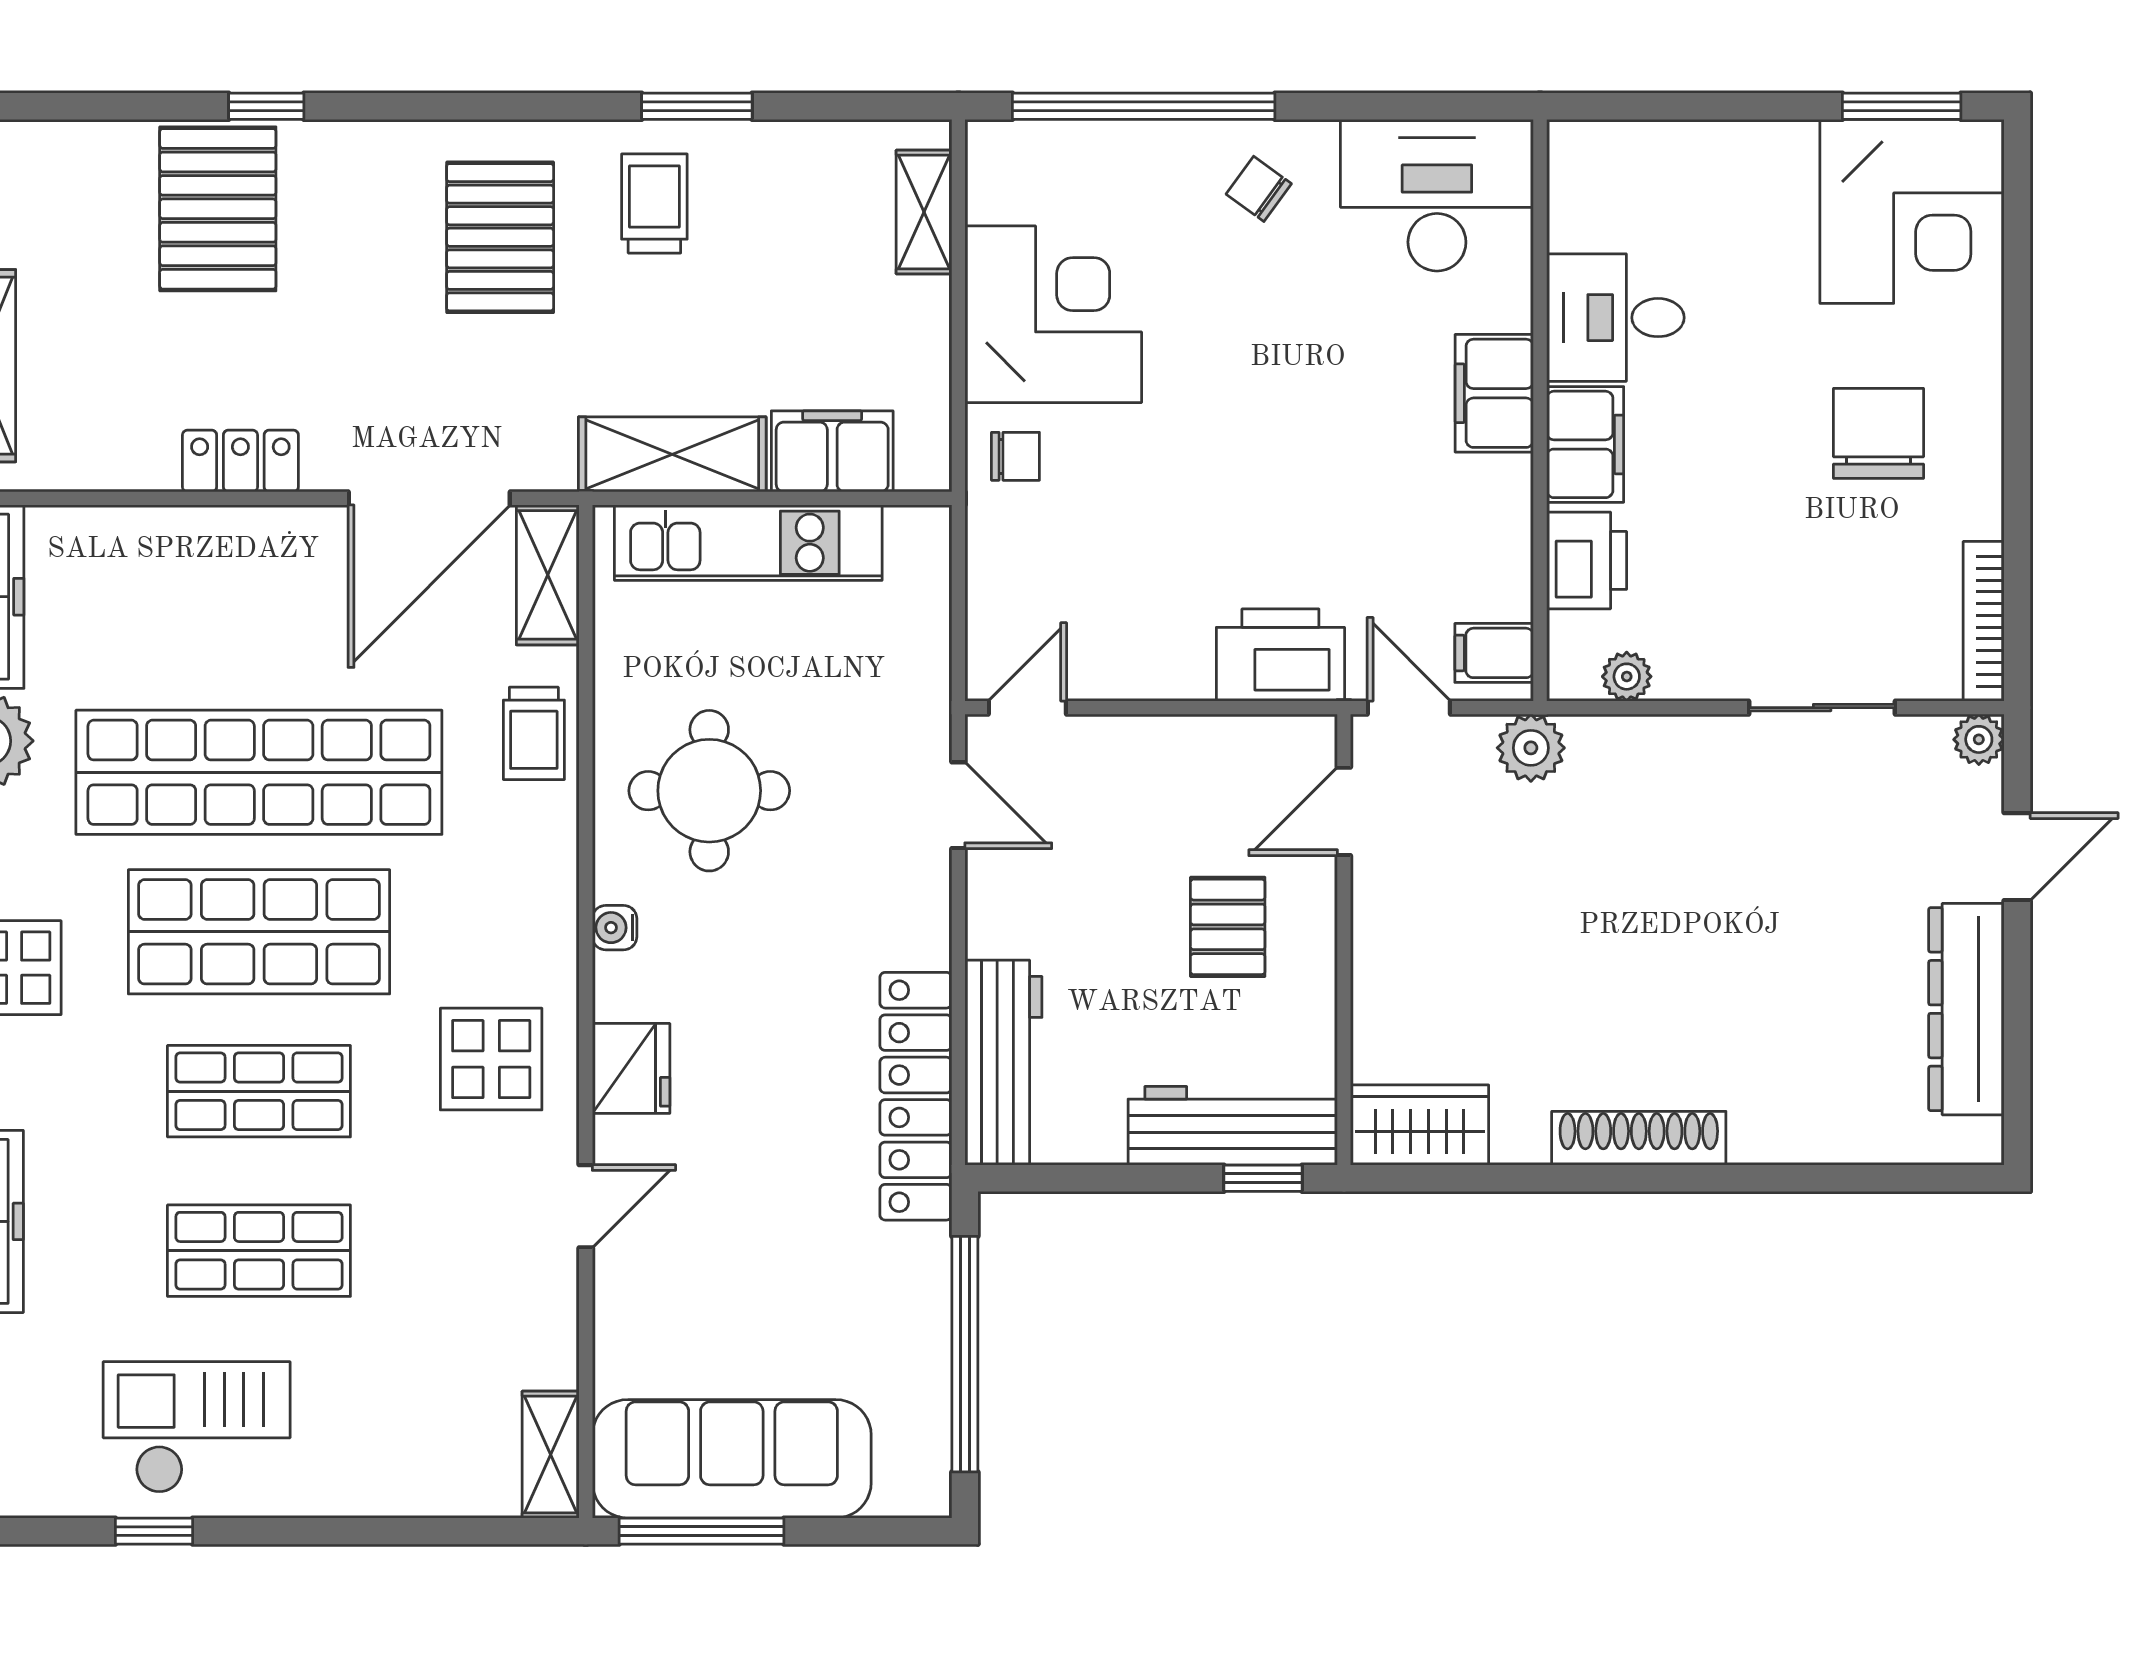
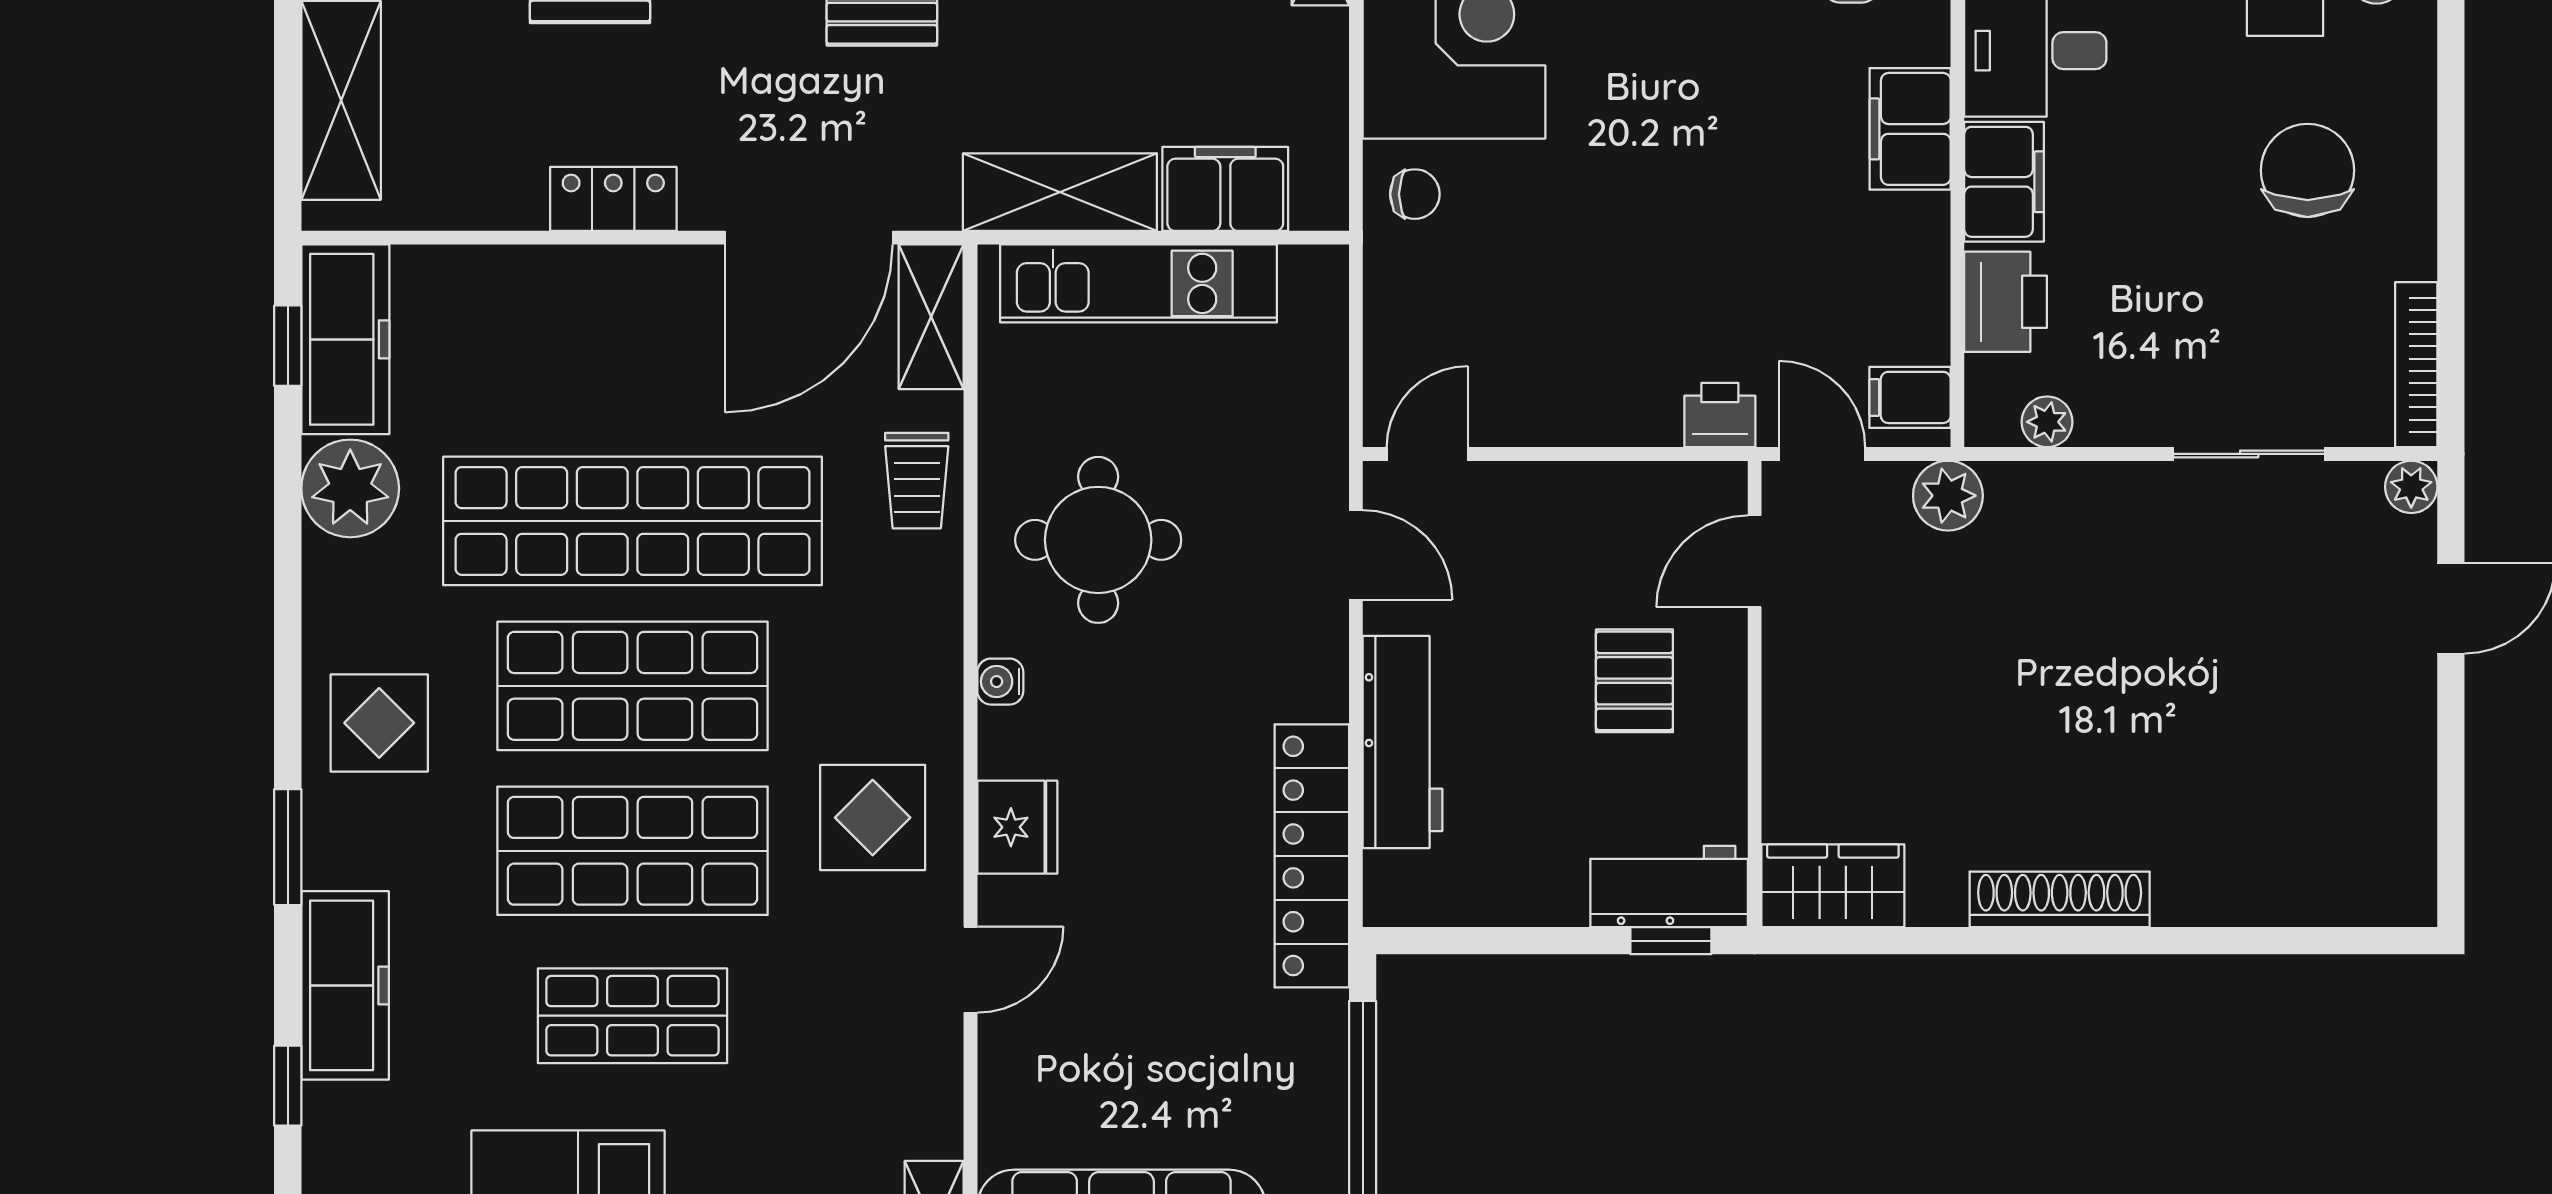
printer: (1280, 655) -> (1720, 415), width x0.53, depth x0.68
dresser: (1966, 1009) -> (2398, 766), removed
workbench: (1003, 1063) -> (1402, 742), moved
shop shelf: (259, 1091) -> (633, 851), width x1.43, depth x1.36
workbench: (1233, 1126) -> (1669, 886), width x0.73

